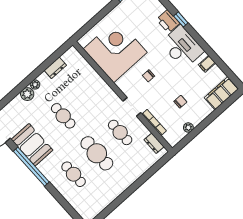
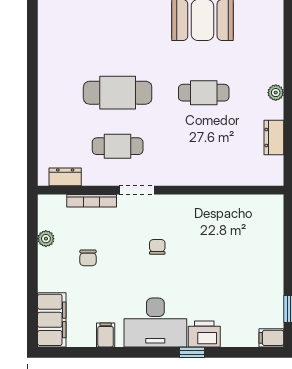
corner desk: (115, 51) -> (227, 233), removed
plant: (27, 94) -> (272, 72), removed
cafe table: (74, 174) -> (118, 39), removed

